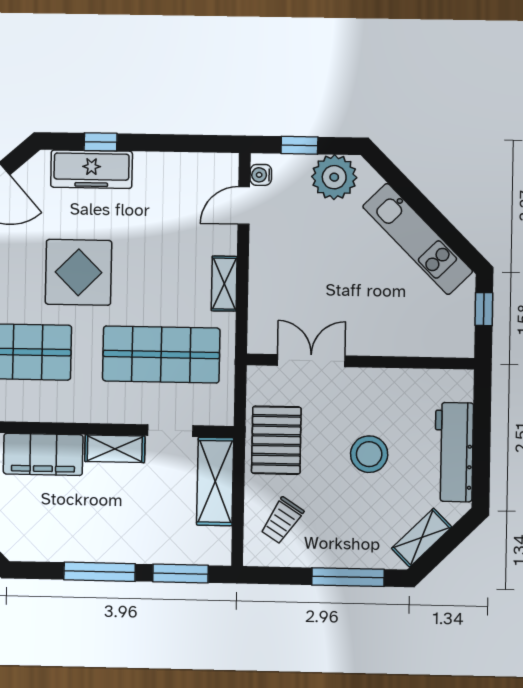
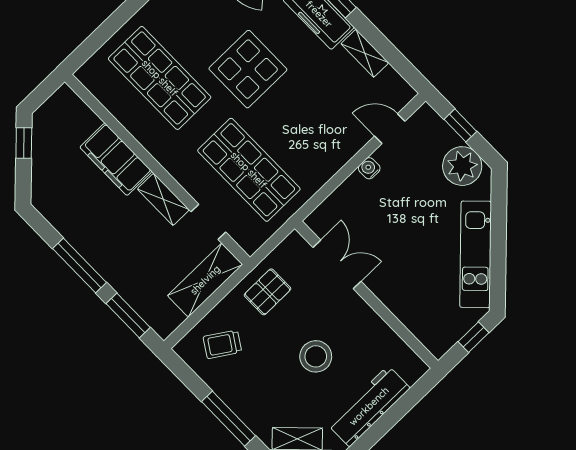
water cooler: (261, 175) -> (369, 168), moved
shelving: (224, 284) -> (365, 53), moved, turned 90
pallet: (276, 440) -> (267, 292), width x0.67, depth x0.71

